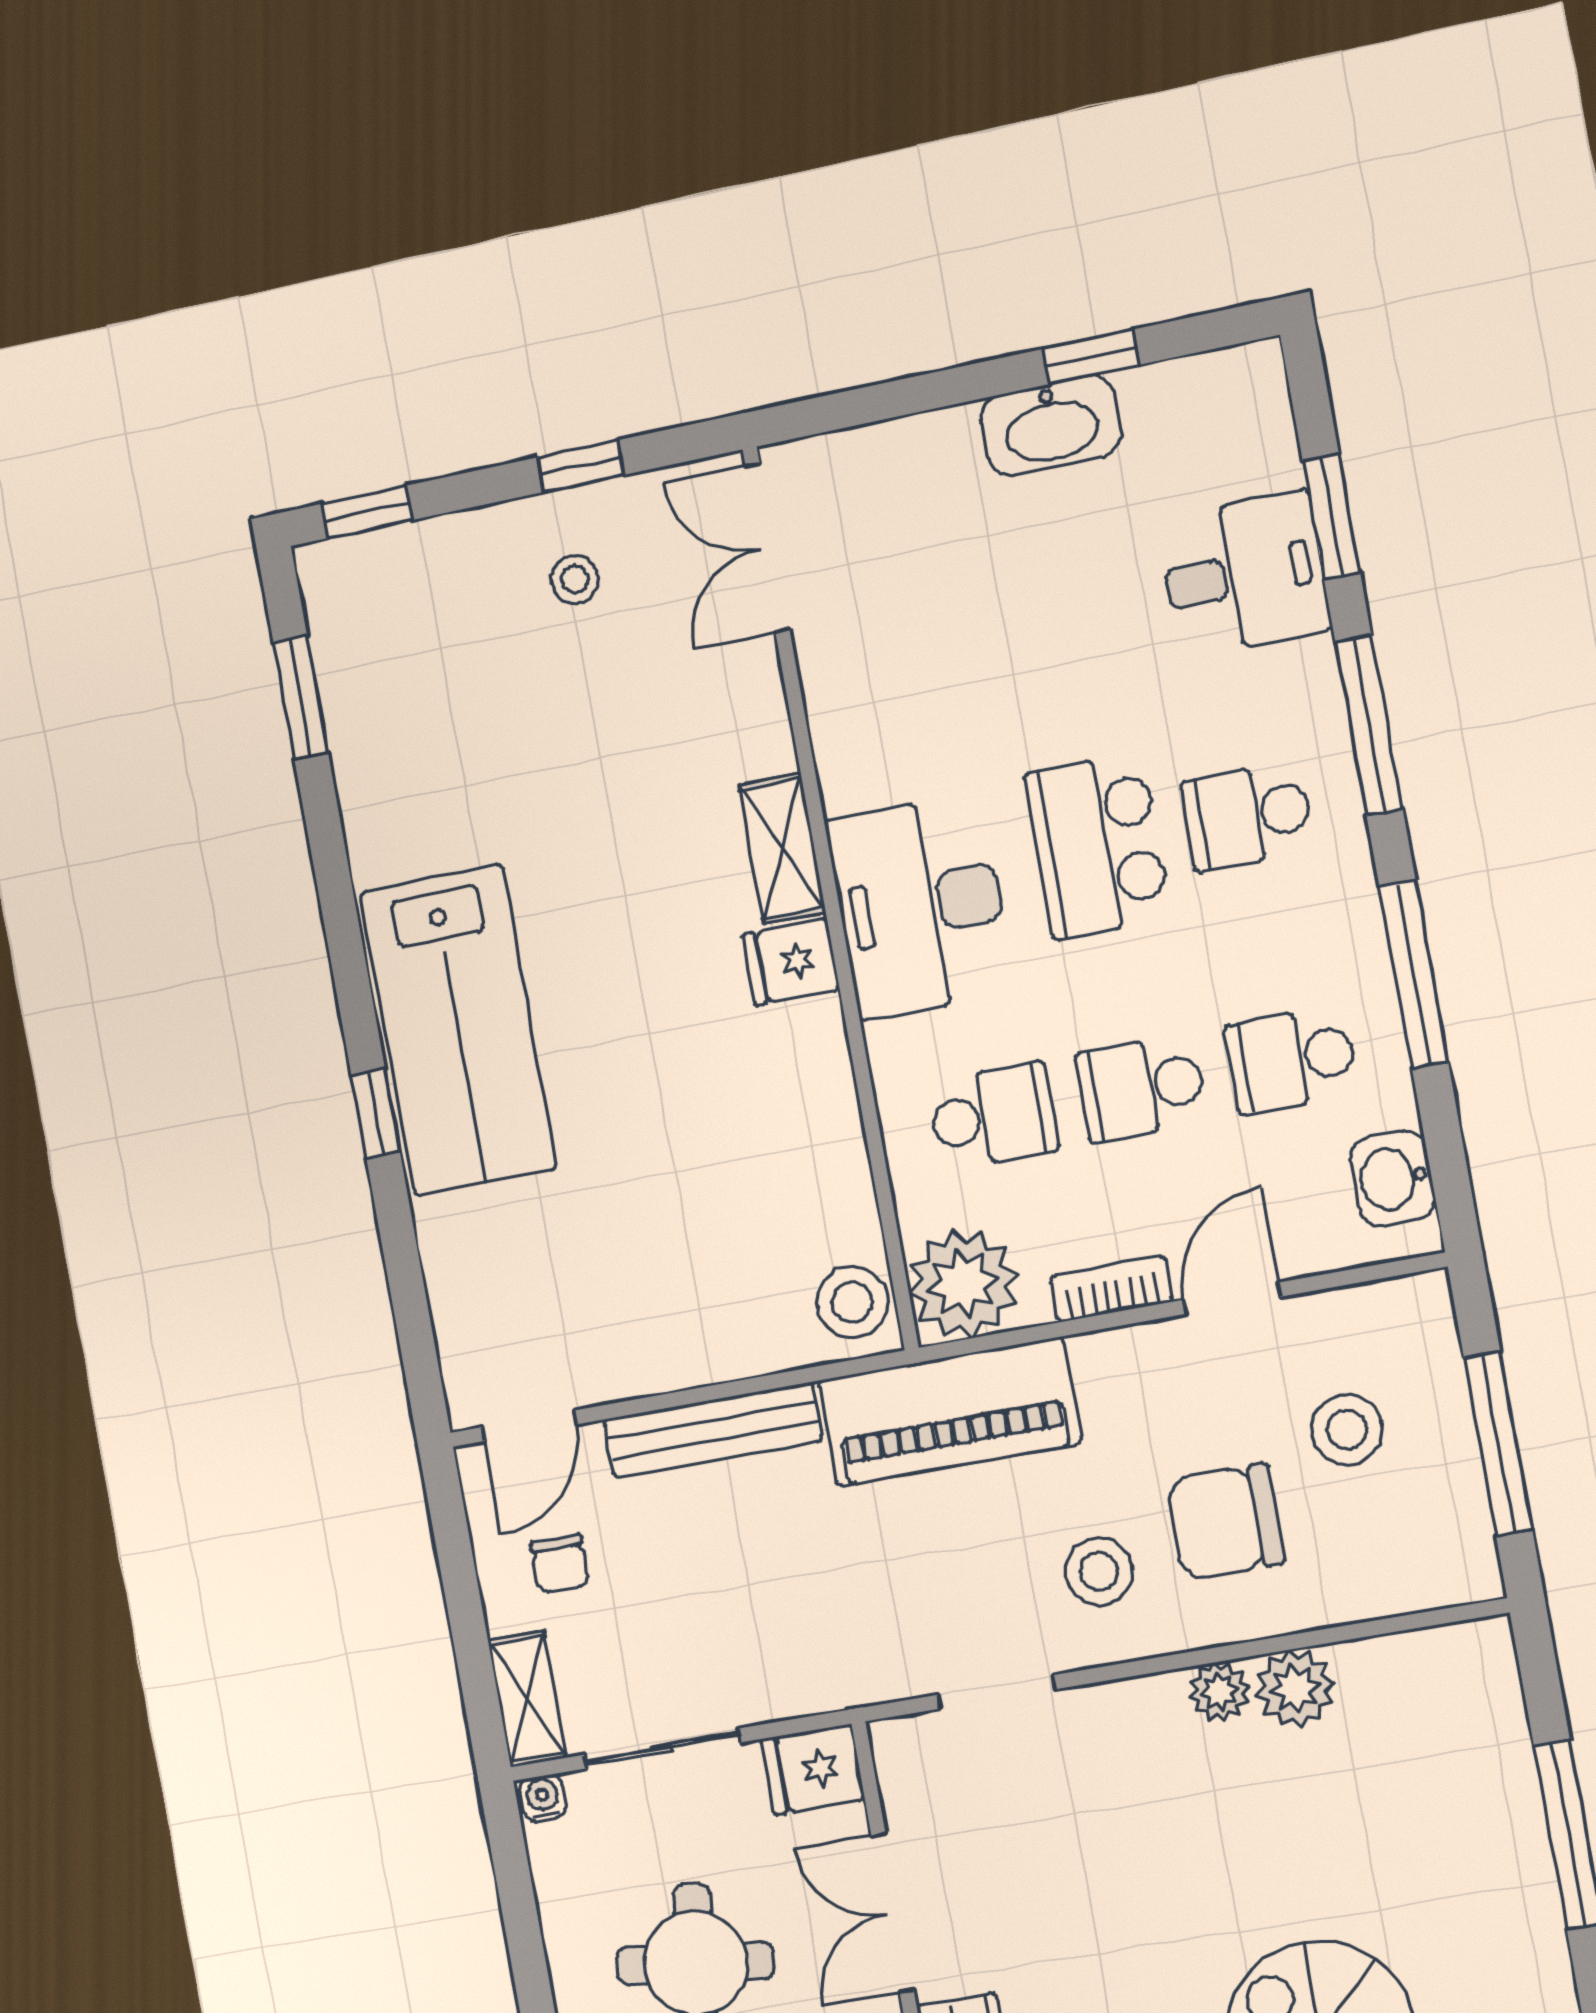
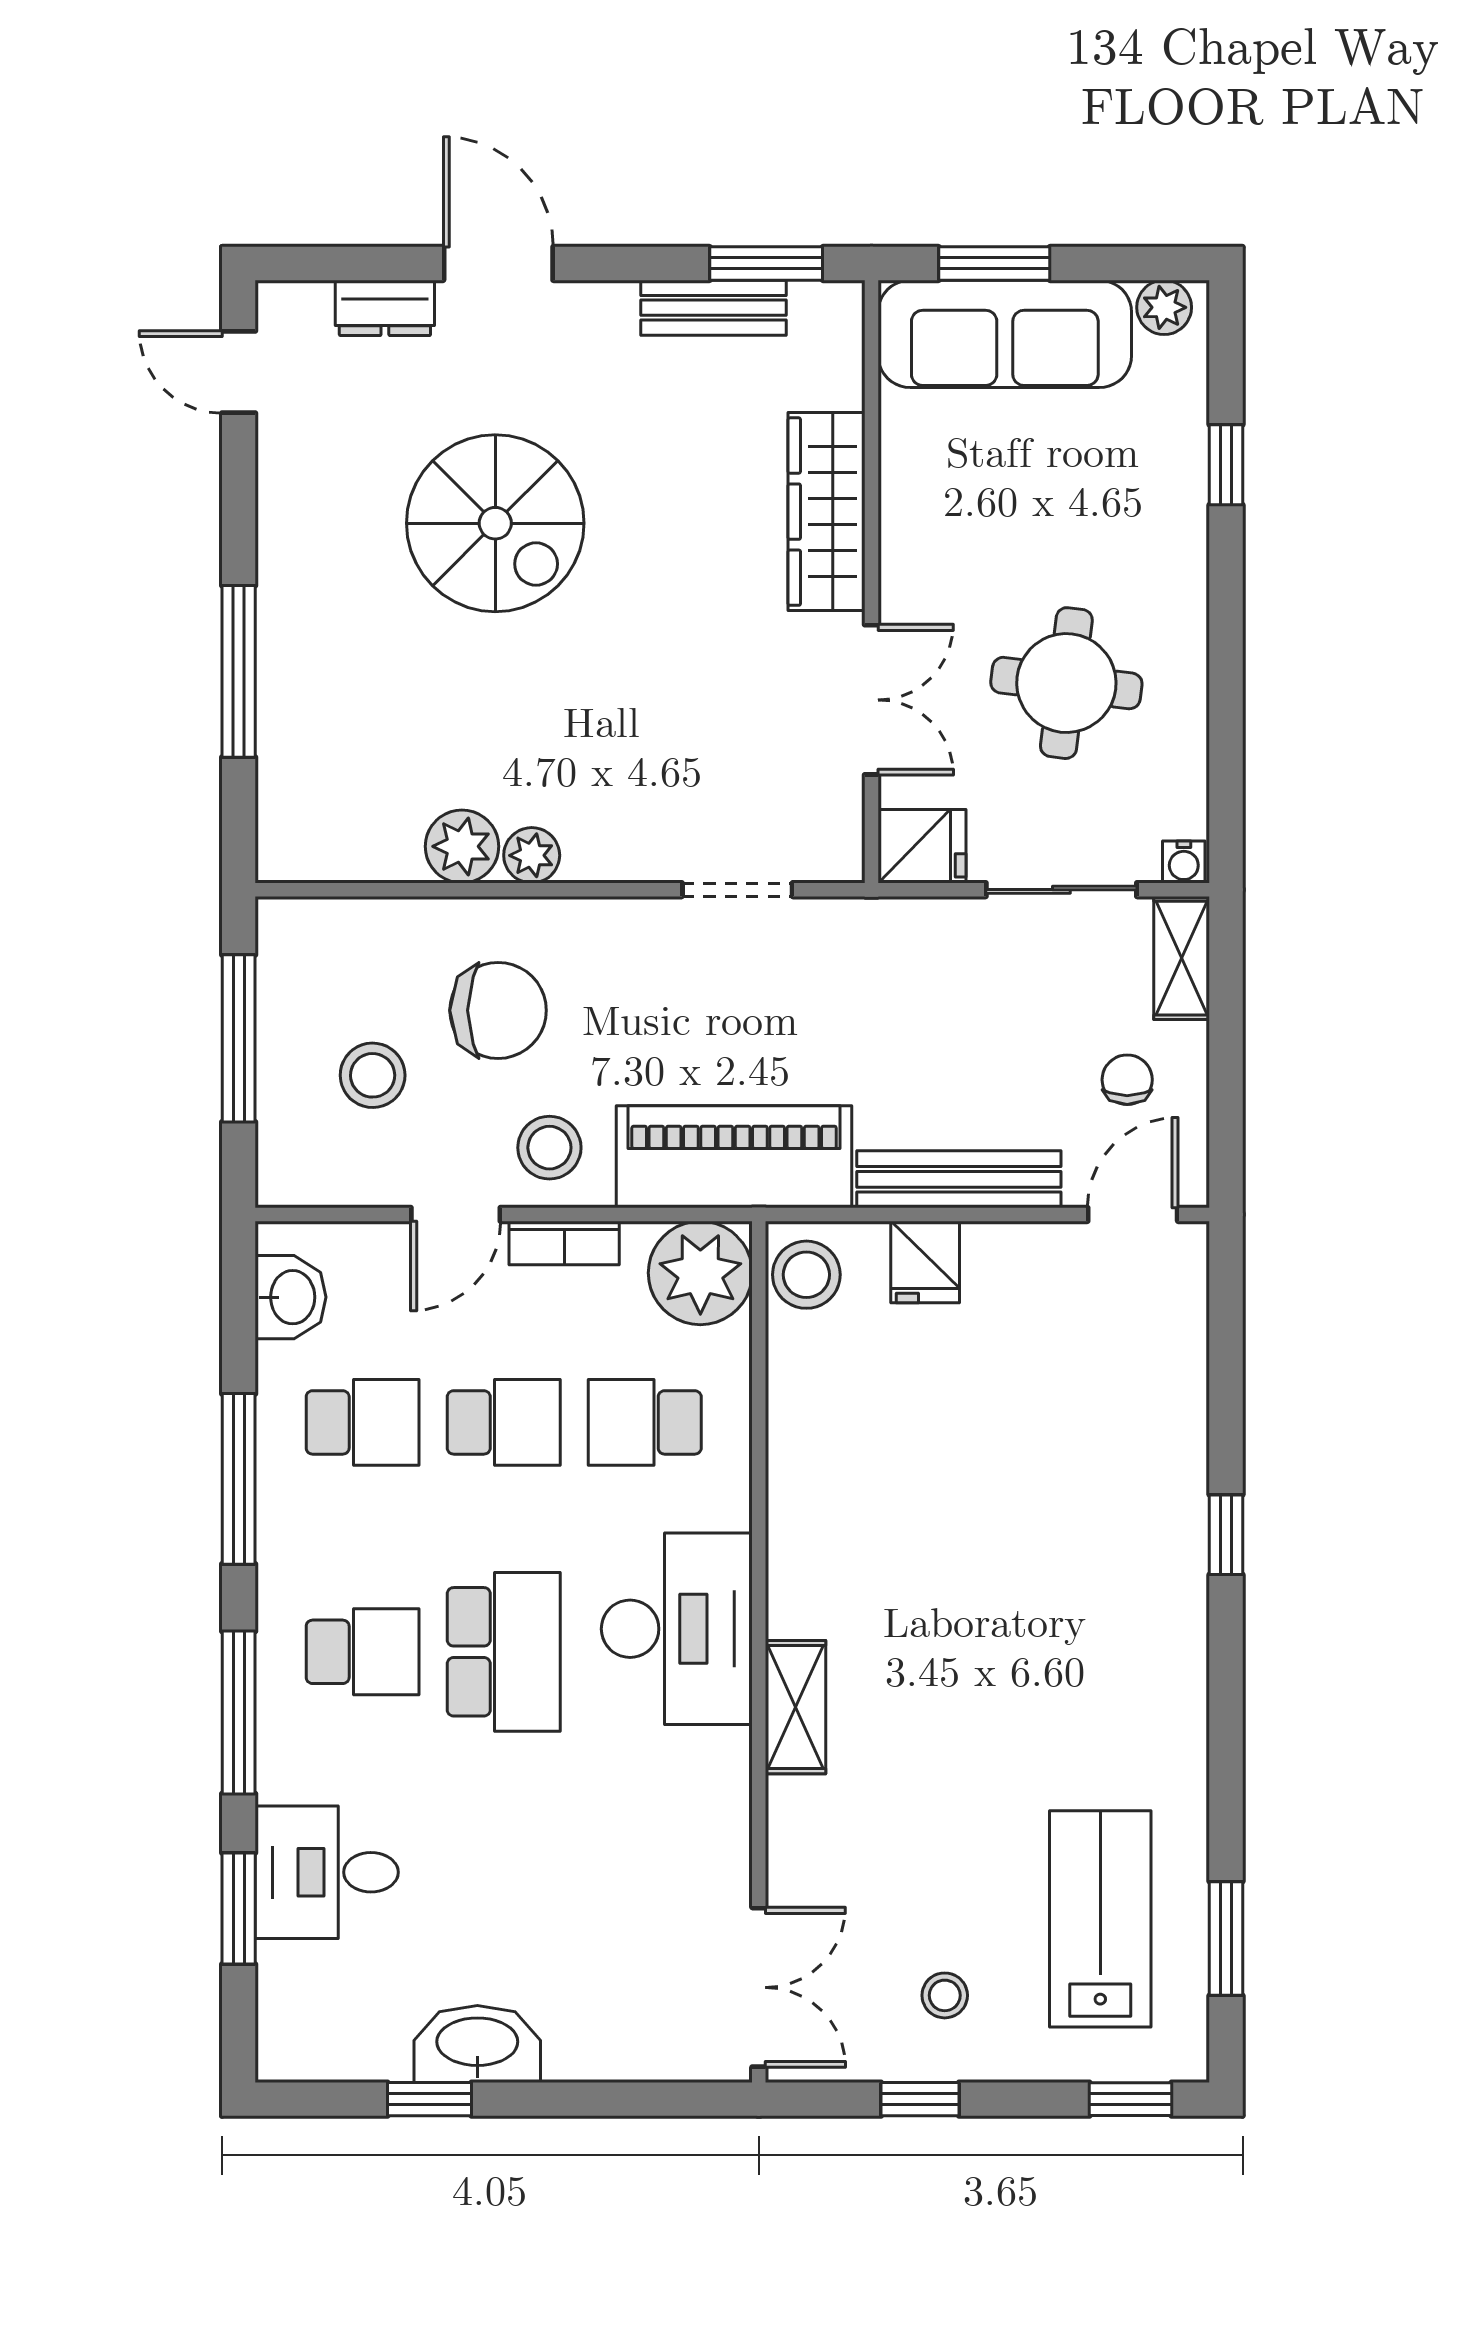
fridge: (791, 962) -> (925, 1262), moved, turned 90
lab bench: (458, 1030) -> (1100, 1919), moved, width x0.73, depth x0.72
stool: (1099, 1571) -> (549, 1148), moved

